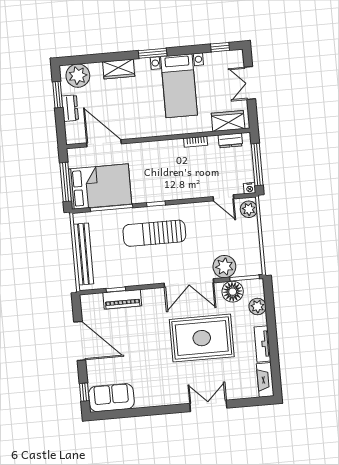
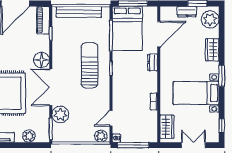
dresser: (230, 140) -> (153, 62), moved
floor lamp: (233, 292) -> (41, 60), moved
piano: (122, 299) -> (43, 20), moved

